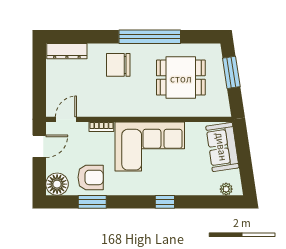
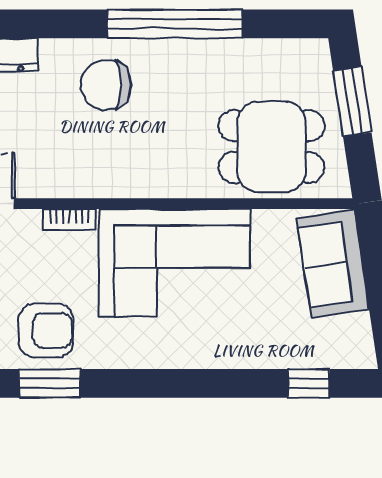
dining table: (181, 78) -> (271, 147), moved
plant: (226, 189) -> (341, 355), removed
window: (165, 202) -> (309, 383), moved

